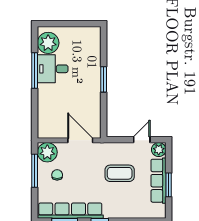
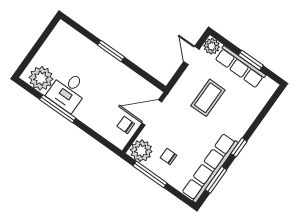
chair: (58, 128) -> (126, 125), added

